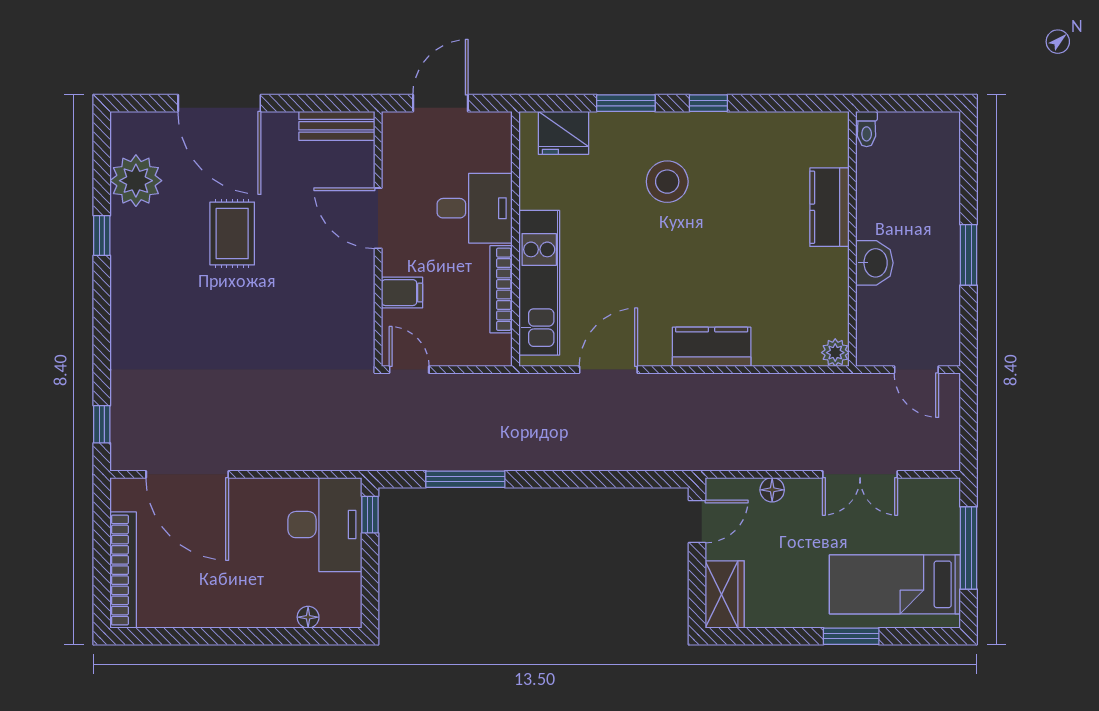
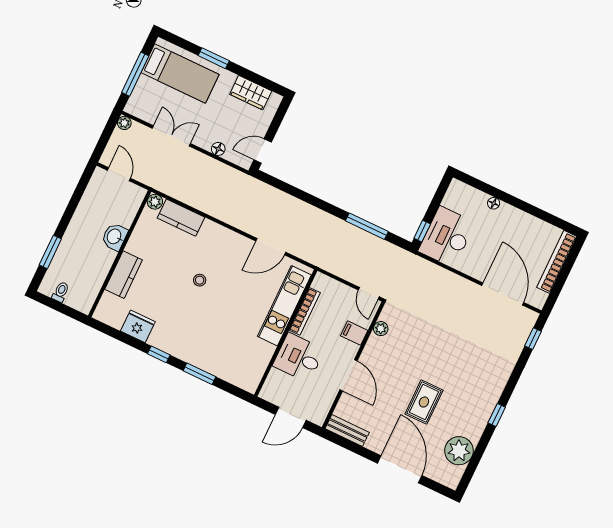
toilet: (867, 129) -> (61, 292), moved
fridge: (563, 133) -> (138, 326), moved
stool: (667, 182) -> (200, 280), moved, width x0.53, depth x0.53
window: (102, 235) -> (497, 415), moved
window: (969, 255) -> (50, 252), moved
plant: (362, 321) -> (381, 329), added
kitchen counter: (712, 347) -> (181, 218), moved
plant: (948, 459) -> (124, 123), added
wardrobe: (725, 594) -> (251, 93), moved, turned -90
floor lamp: (308, 617) -> (494, 203), moved

